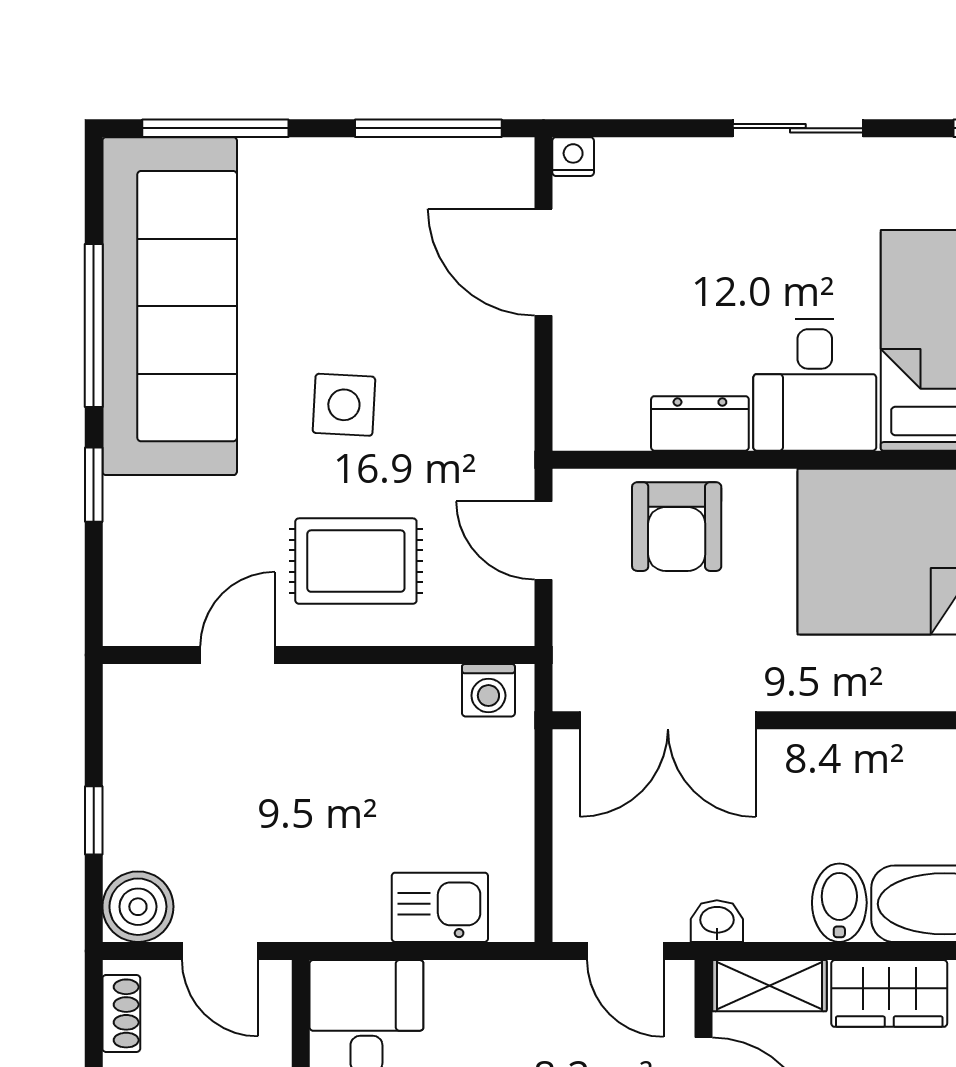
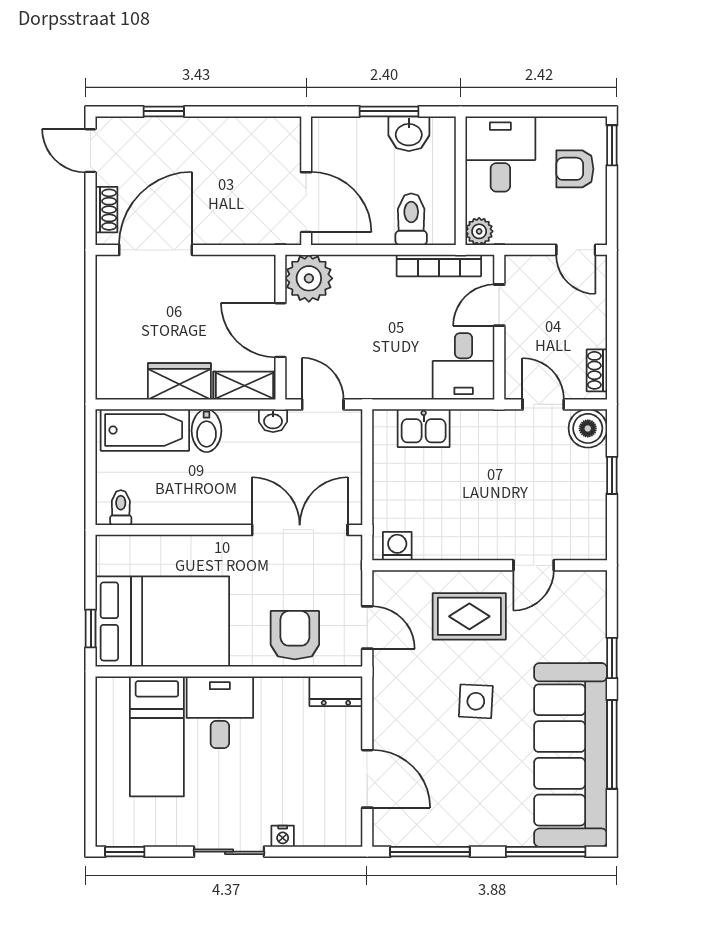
nightstand: (573, 157) -> (283, 836), moved
dresser: (700, 423) -> (336, 691), moved

